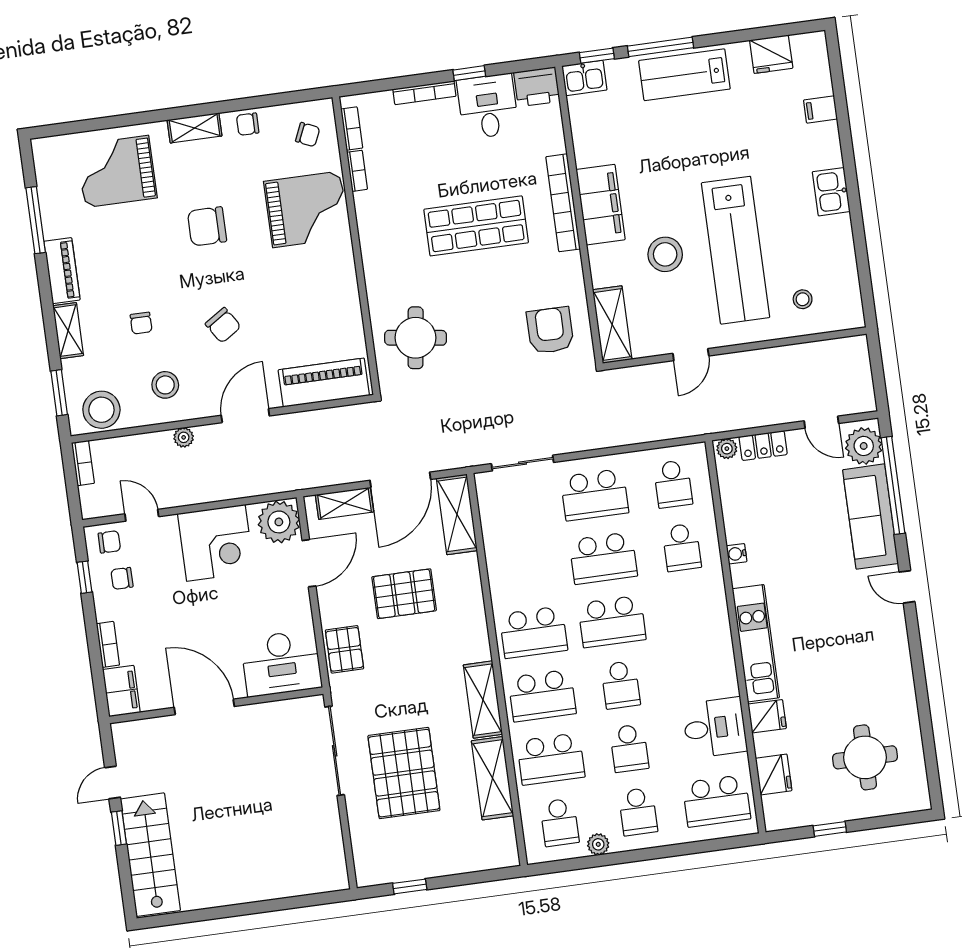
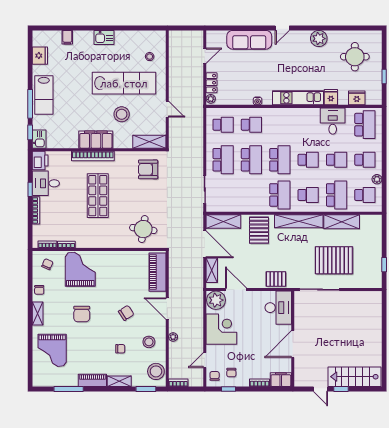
plant: (864, 446) -> (319, 39), moved
window: (893, 485) -> (237, 28), removed
pallet: (404, 594) -> (259, 230), moved
school desk: (542, 696) -> (308, 195), width x0.54
shelving: (483, 700) -> (299, 221), width x1.47

